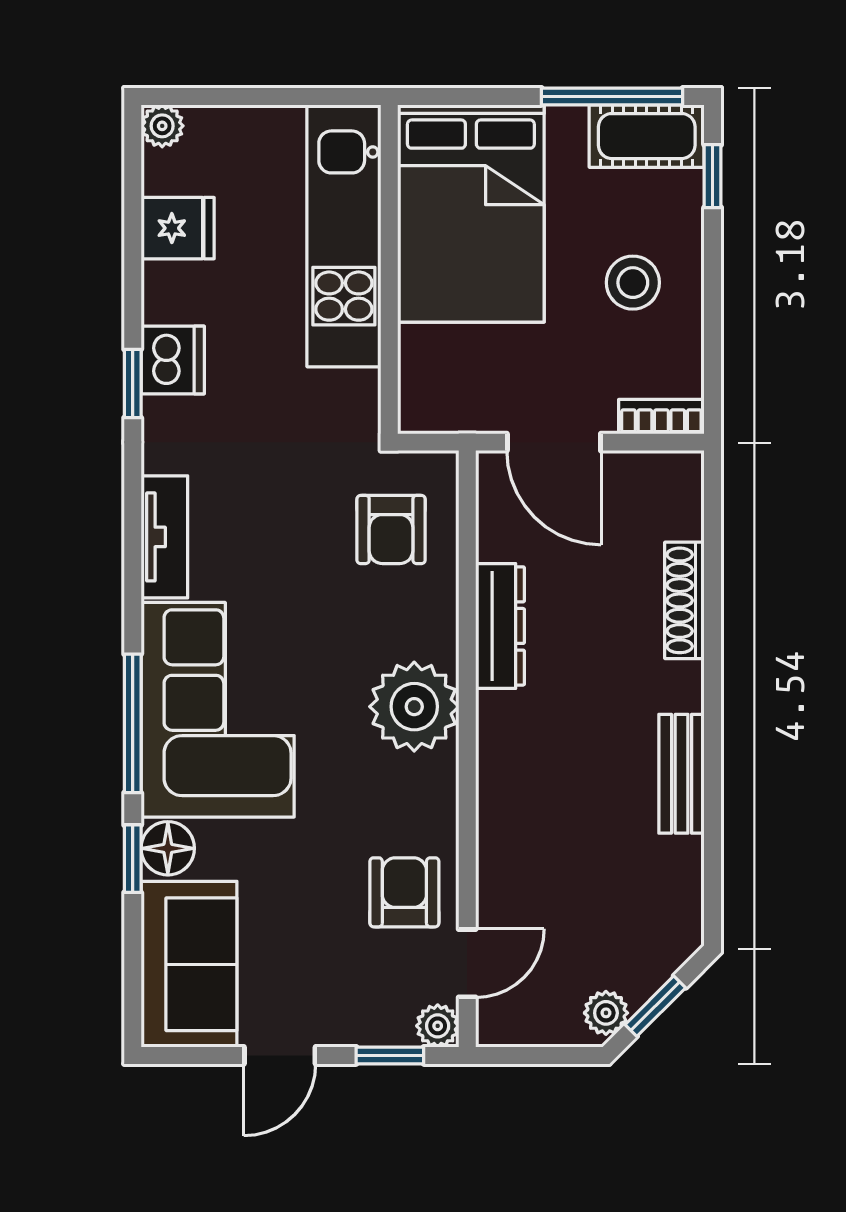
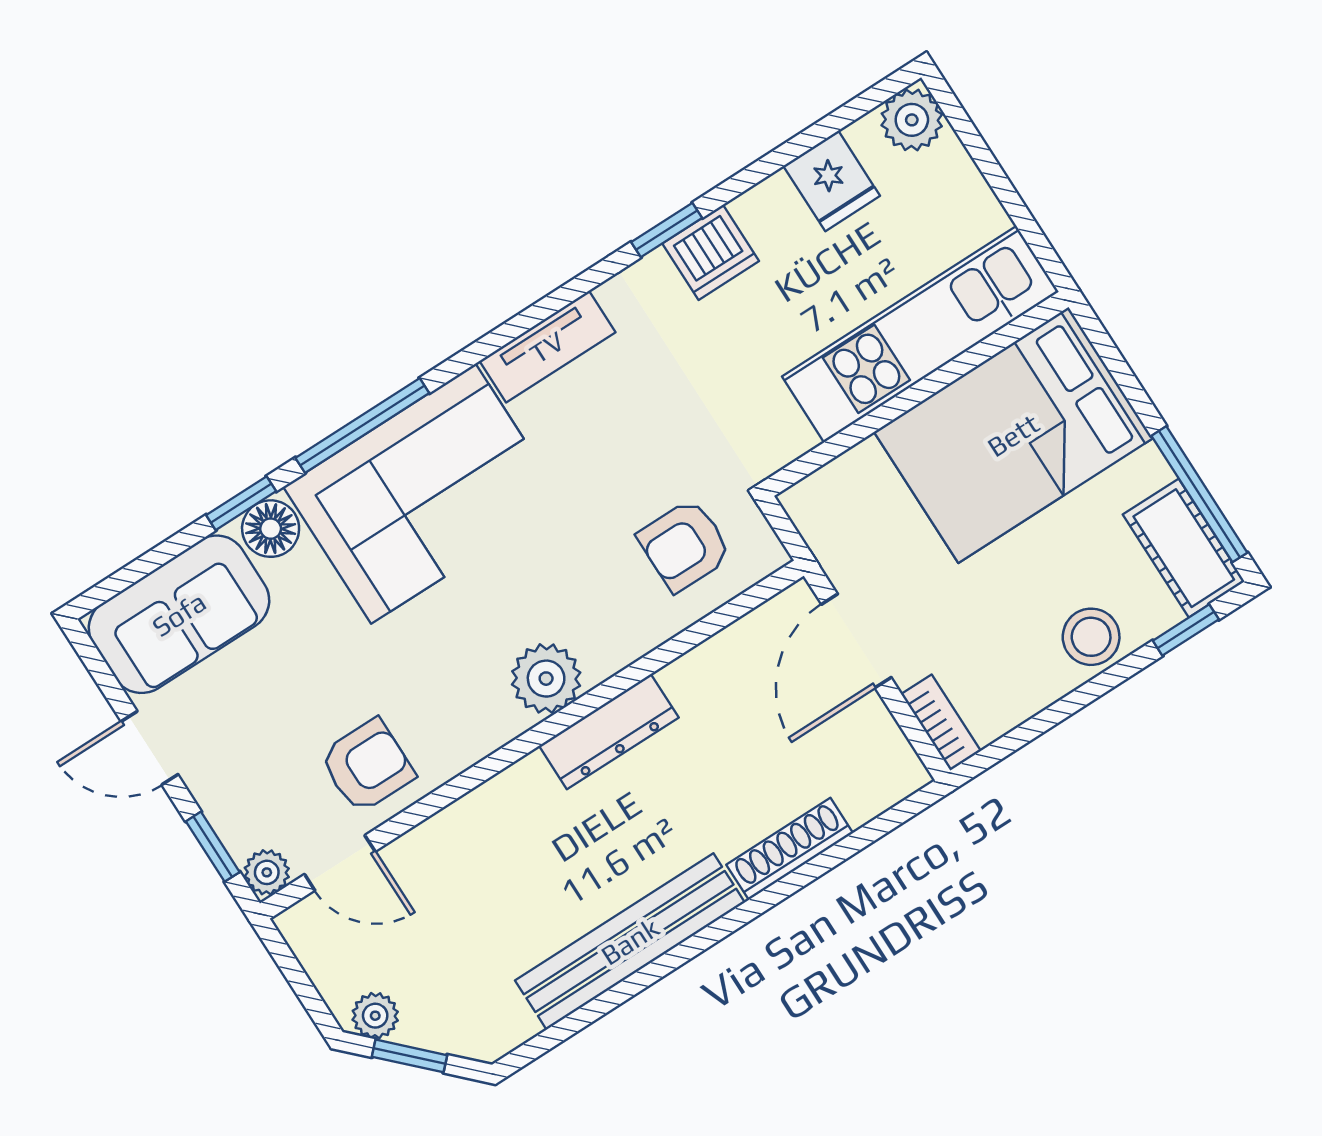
plant: (162, 126) -> (912, 120), width x1.38, depth x1.38
stool: (633, 283) -> (1091, 637), moved
dresser: (500, 626) -> (609, 732), moved
plant: (414, 707) -> (546, 679), width x0.73, depth x0.73
bench: (682, 774) -> (630, 941), width x1.86, depth x1.21

